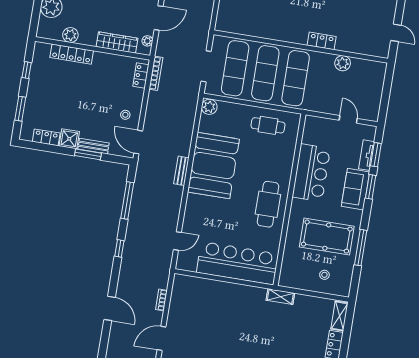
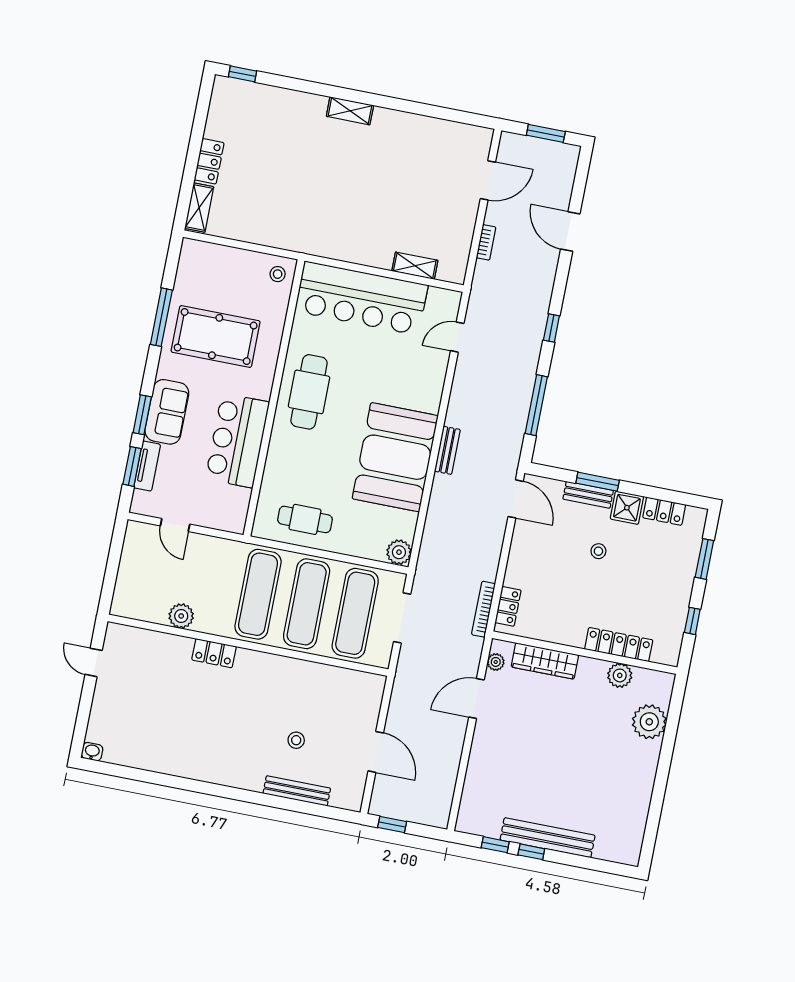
stool: (125, 115) -> (598, 551), moved
stool: (324, 275) -> (278, 274), moved
shelving: (280, 297) -> (415, 266), moved

